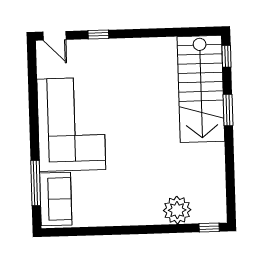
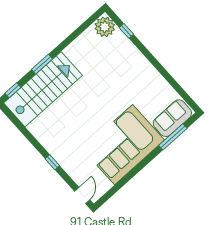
window: (98, 34) -> (52, 162), moved
plant: (177, 210) -> (105, 27), moved
window: (209, 228) -> (126, 31), moved

